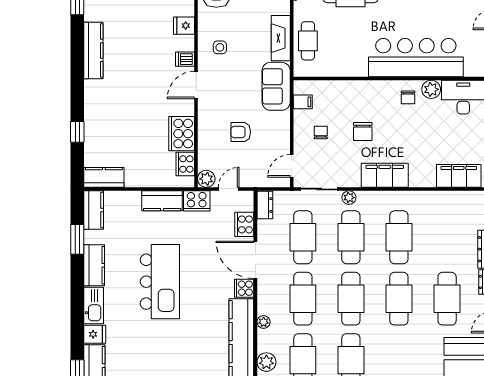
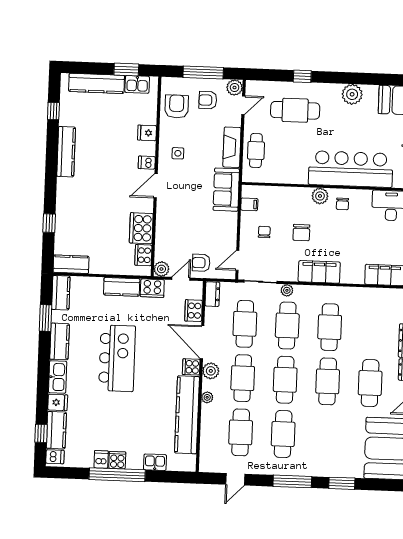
plant: (431, 89) -> (320, 196), moved
armchair: (241, 132) -> (201, 263), moved
plant: (266, 362) -> (211, 371), moved

